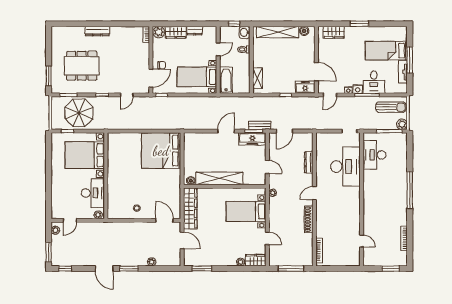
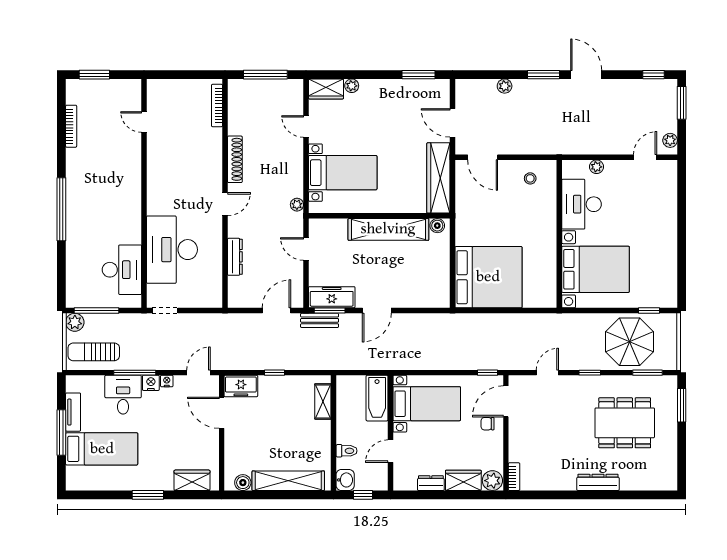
bed with nightstands: (85, 155) -> (595, 269), moved
wall: (106, 176) -> (559, 234), moved
desk: (93, 193) -> (582, 204), moved

